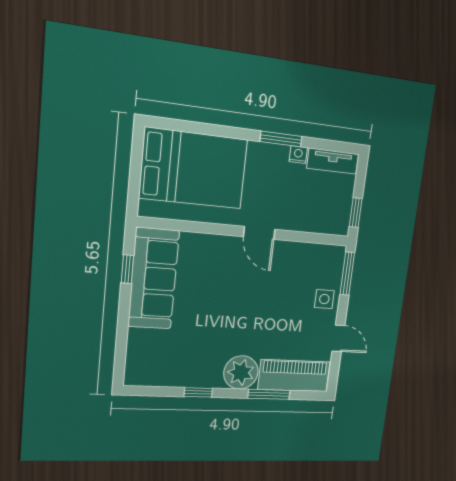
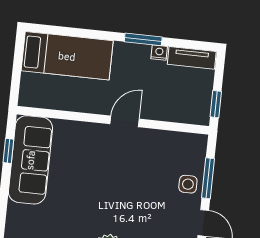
bed: (194, 169) -> (67, 56), width x0.67
door: (259, 233) -> (125, 121), swing flipped
window: (347, 274) -> (208, 178), moved

